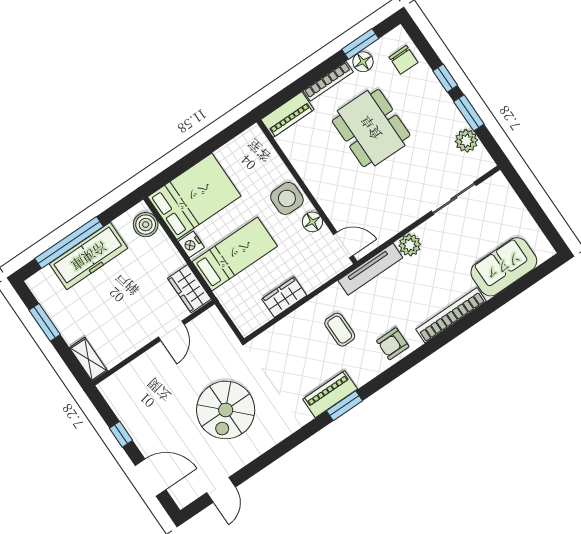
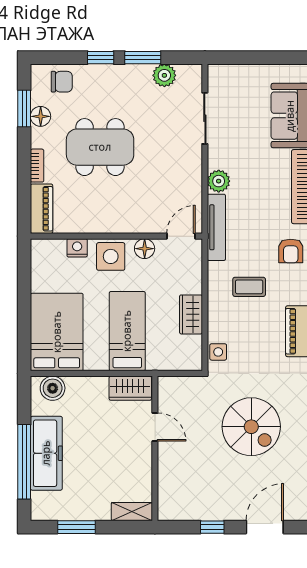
bookcase: (328, 81) -> (37, 166), width x0.64
nightstand: (191, 244) -> (77, 248), moved, turned 180
side table: (269, 341) -> (218, 352), added

